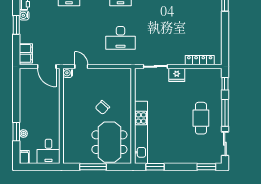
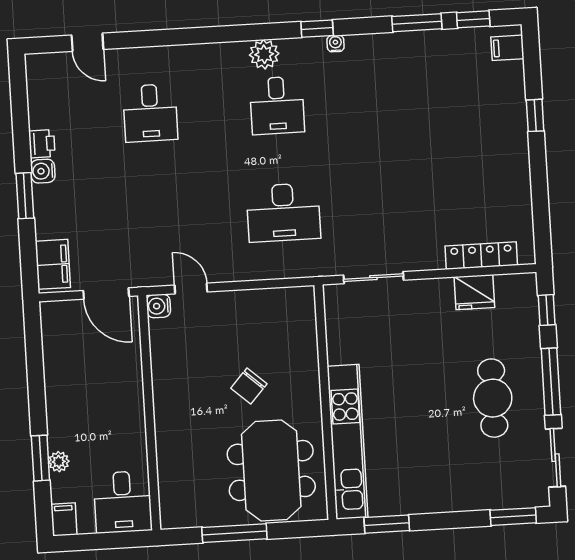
fridge: (177, 75) -> (474, 292), moved

